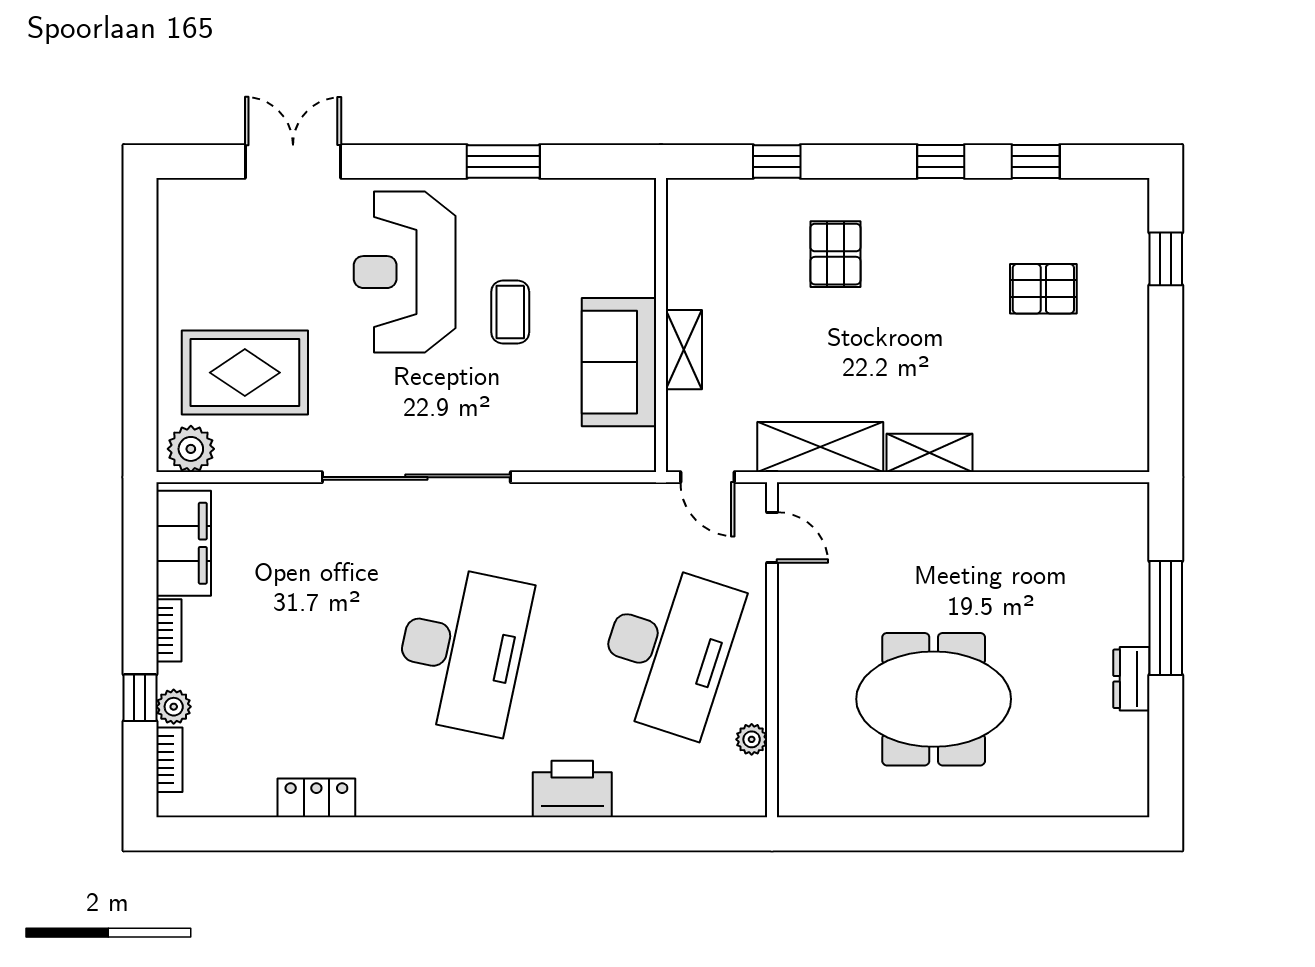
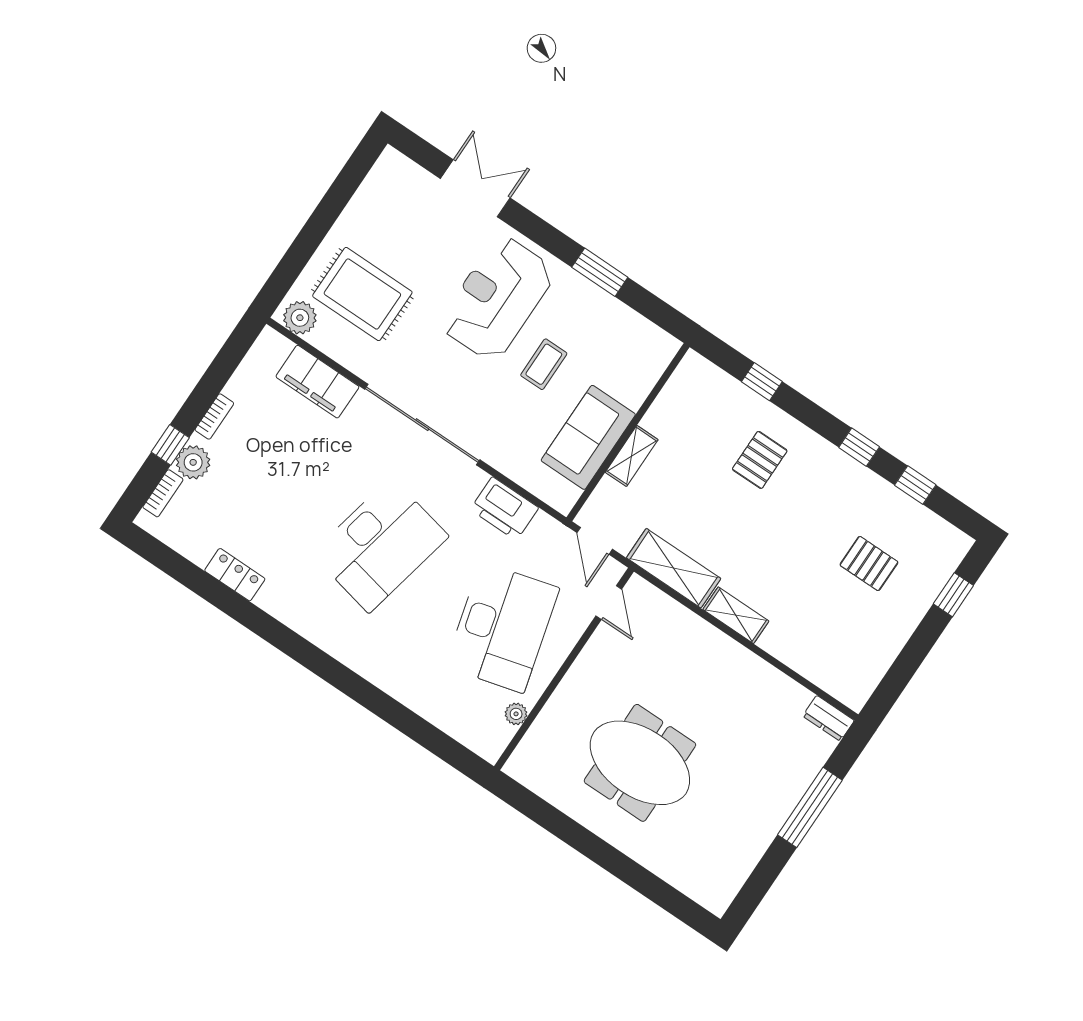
filing cabinet: (184, 543) -> (317, 382), moved, turned 90
desk: (668, 650) -> (502, 627), turned -33
dresser: (1131, 679) -> (828, 718), moved, turned -90
plant: (174, 707) -> (193, 462), width x1.38, depth x1.38
printer: (572, 789) -> (504, 509), moved, turned 180

